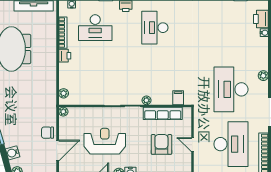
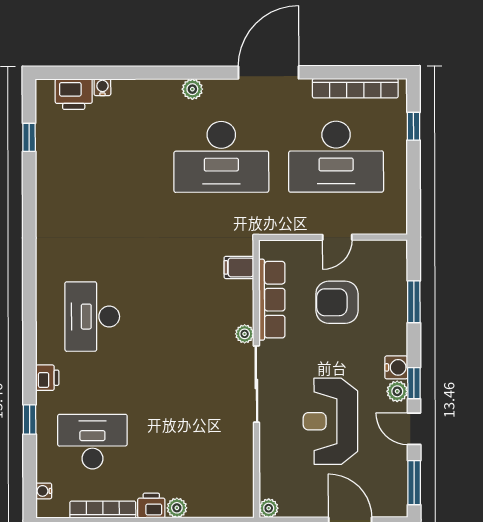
desk: (95, 28) -> (92, 442), turned -90
desk: (155, 28) -> (92, 317), turned 90
plant: (64, 93) -> (177, 508), moved
desk: (231, 144) -> (336, 157), turned 180

